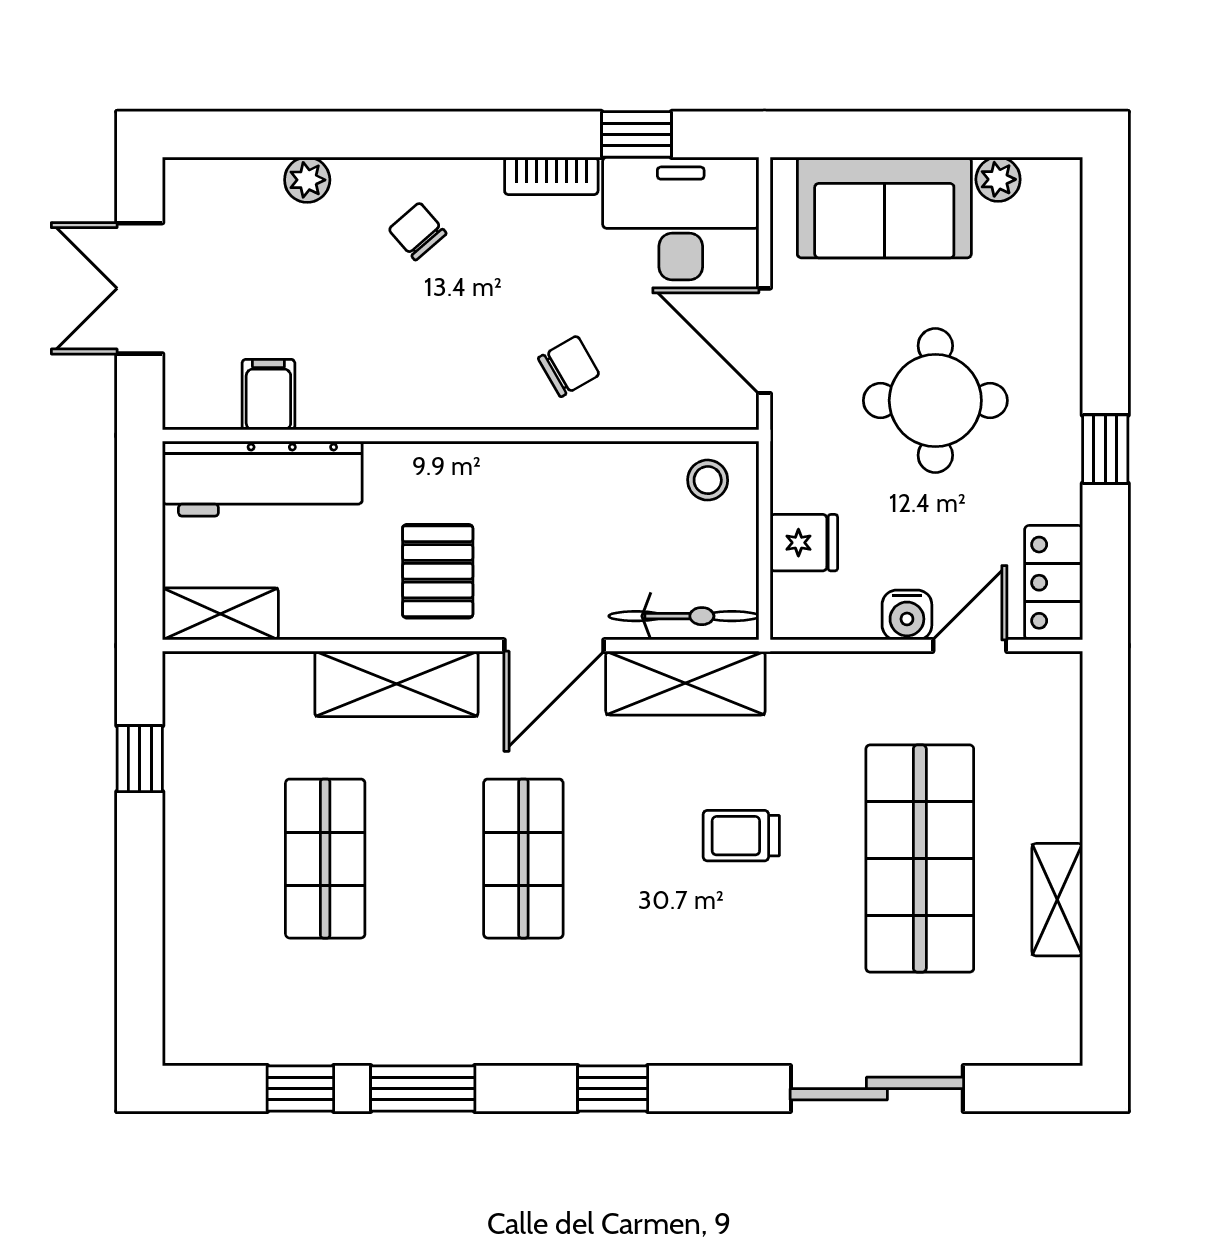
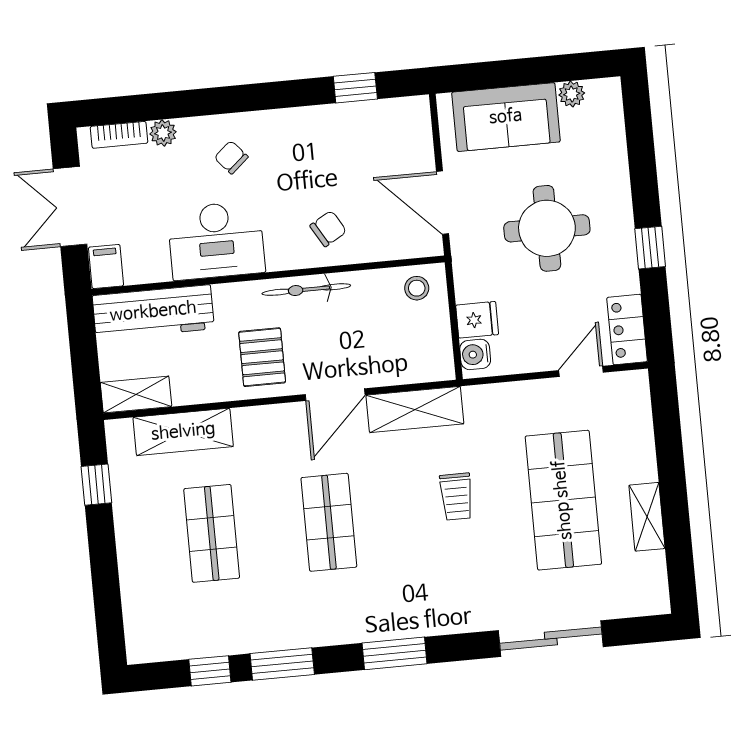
bookcase: (551, 176) -> (119, 135), moved
desk: (681, 218) -> (216, 240), moved, turned 180
filing cabinet: (268, 395) -> (106, 266), moved
water cooler: (907, 615) -> (475, 354), moved, turned 90
bicycle: (684, 616) -> (306, 290), moved, turned 180
shelving: (396, 684) -> (183, 432), moved
trolley: (741, 836) -> (456, 497), turned -90
window: (613, 1089) -> (395, 653), width x1.50

